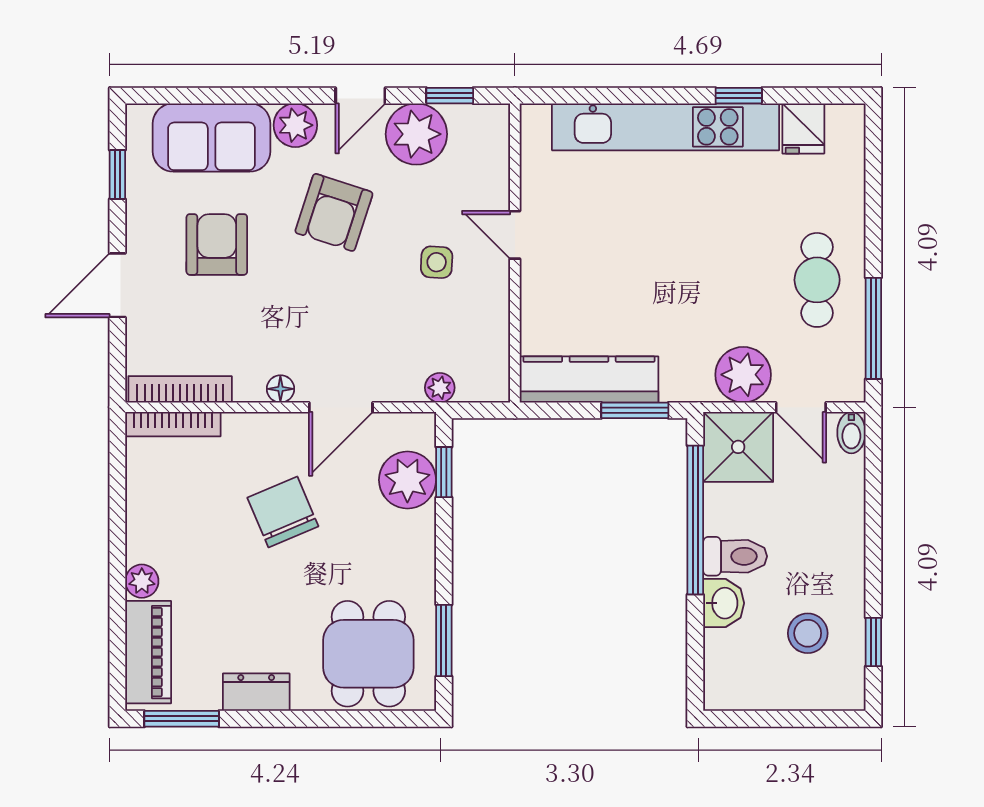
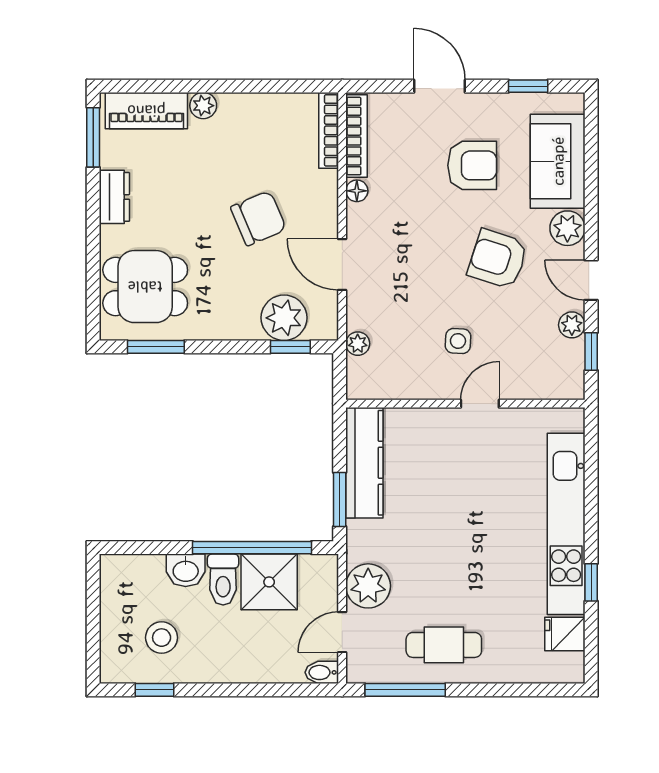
plant: (416, 134) -> (572, 325), width x0.53, depth x0.53
floor lamp: (280, 389) -> (357, 191), moved
shower: (738, 447) -> (269, 582), moved

